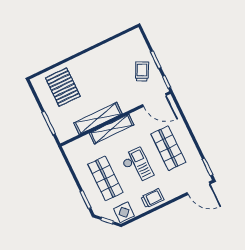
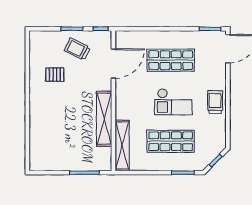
pallet: (63, 87) -> (55, 75), moved, width x0.49, depth x0.50
door: (154, 100) -> (113, 64), moved
shelving: (112, 129) -> (122, 145), moved
checkout: (137, 166) -> (173, 102), turned 180
display table: (124, 212) -> (215, 139), removed

